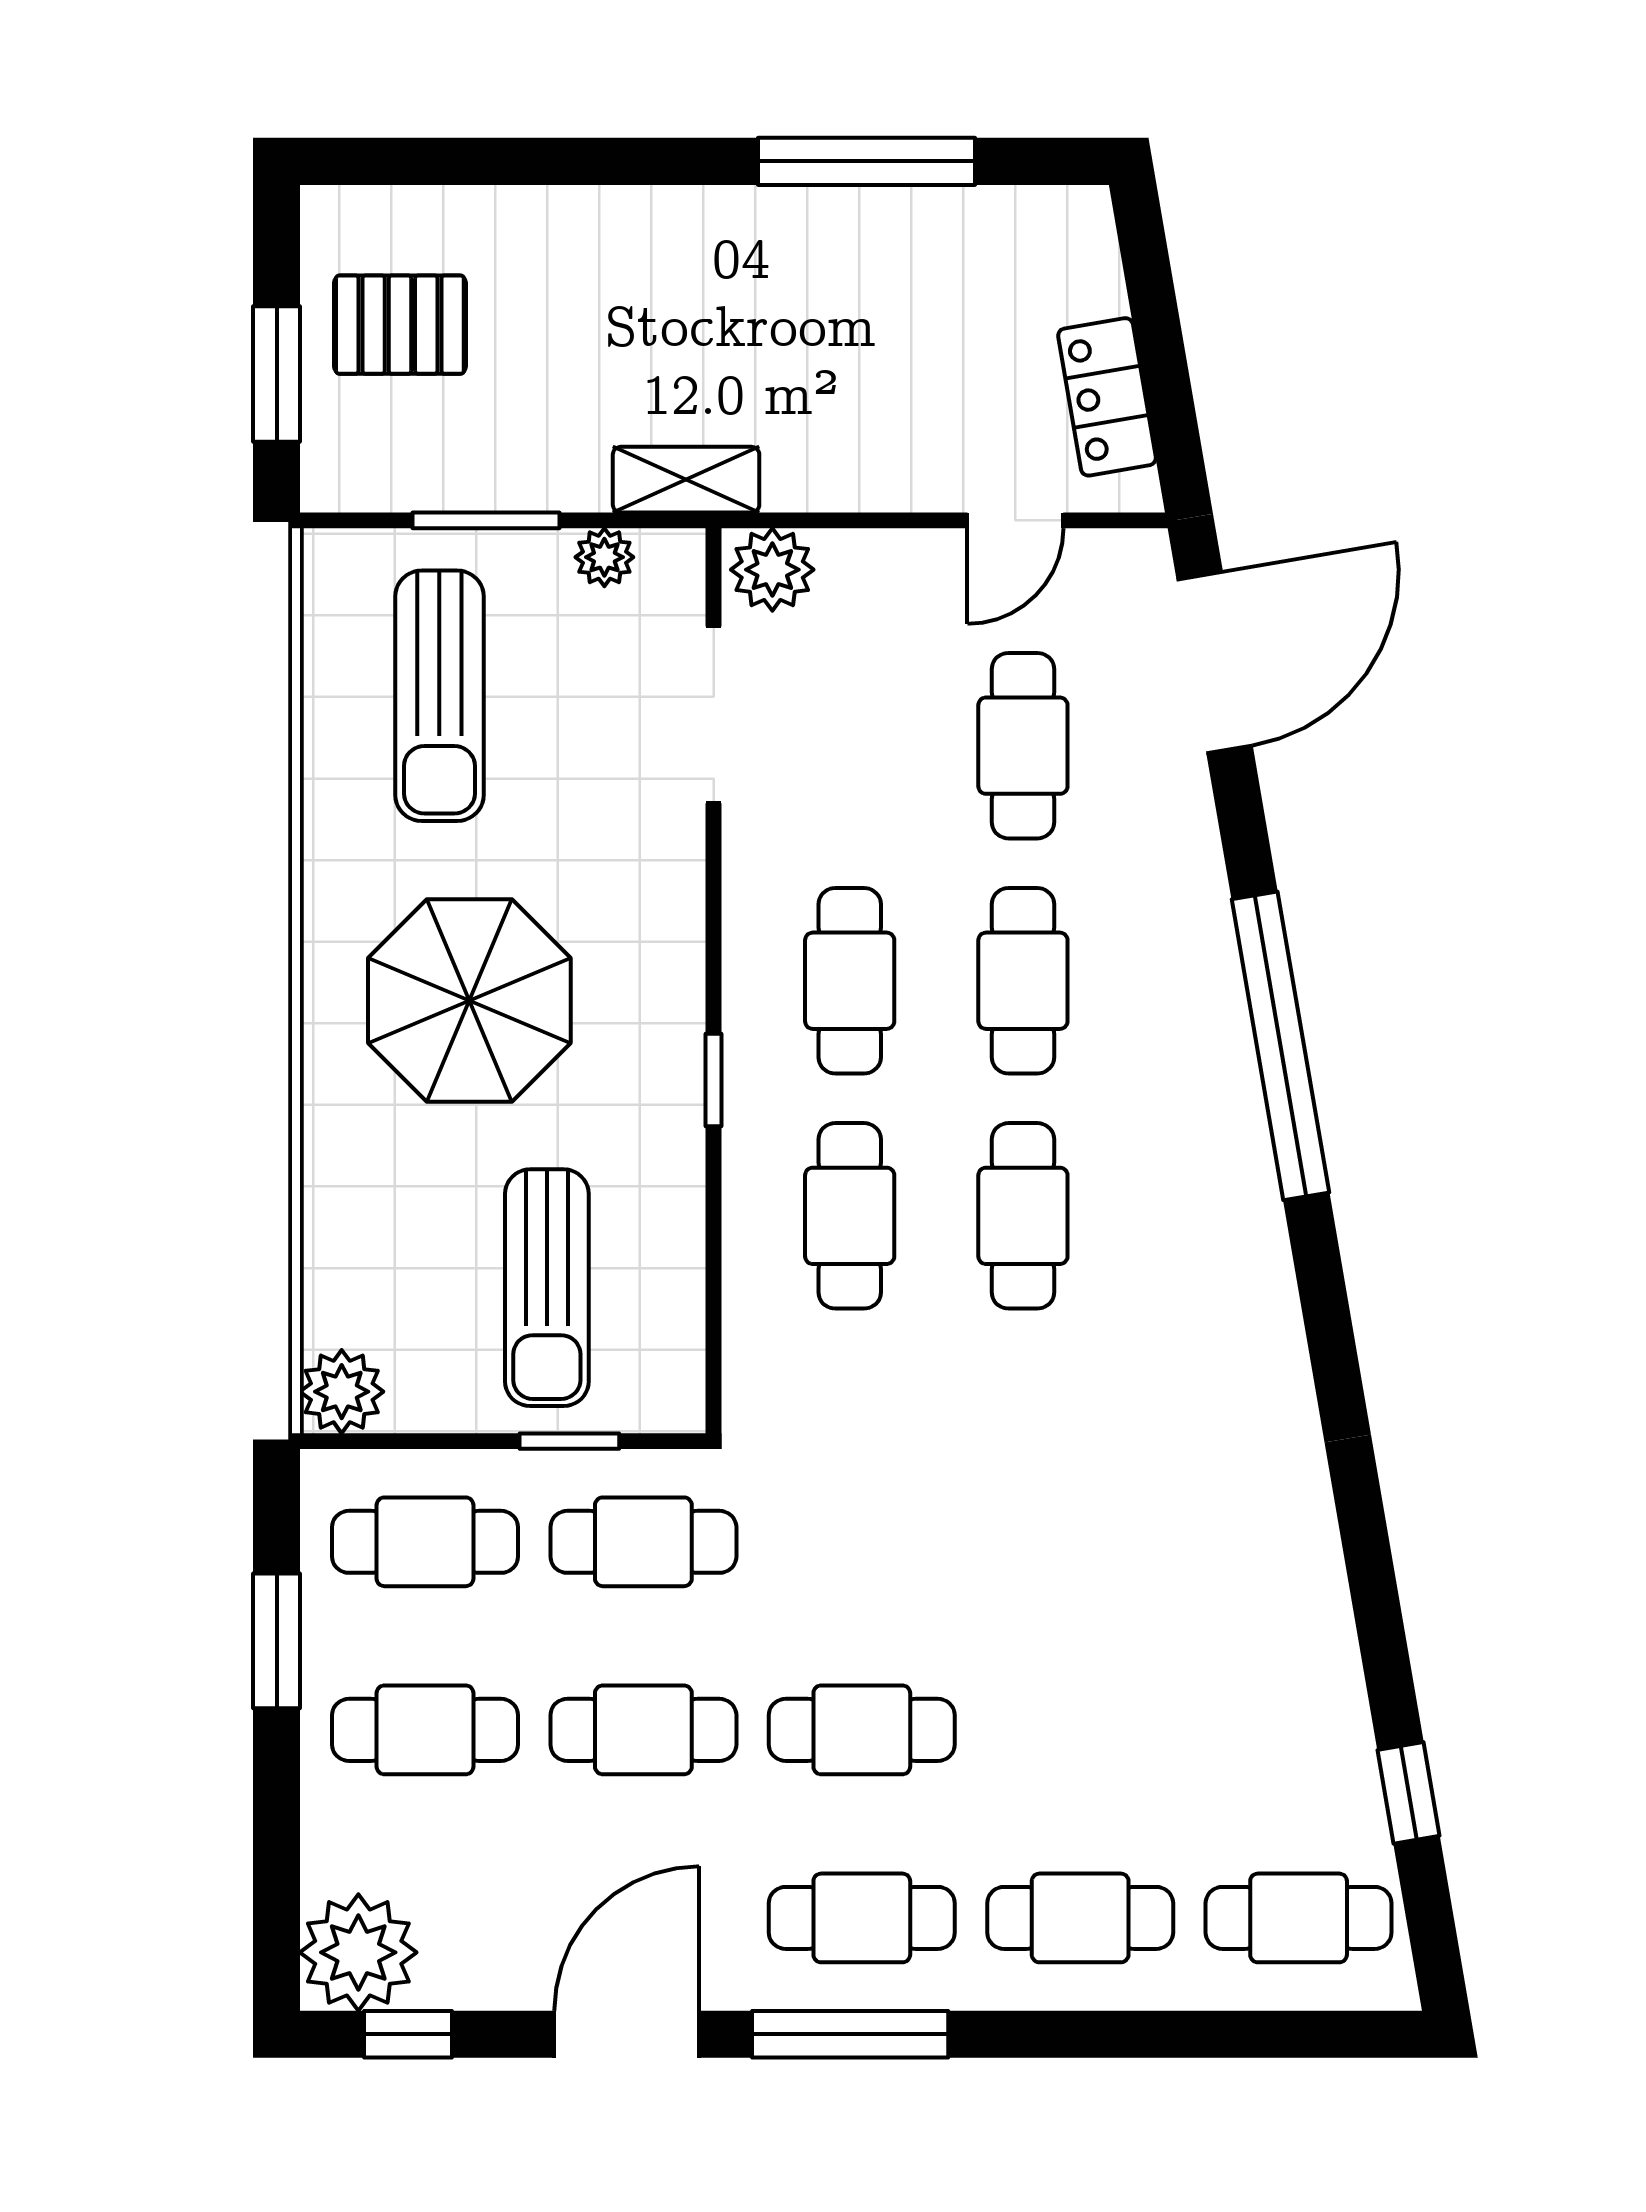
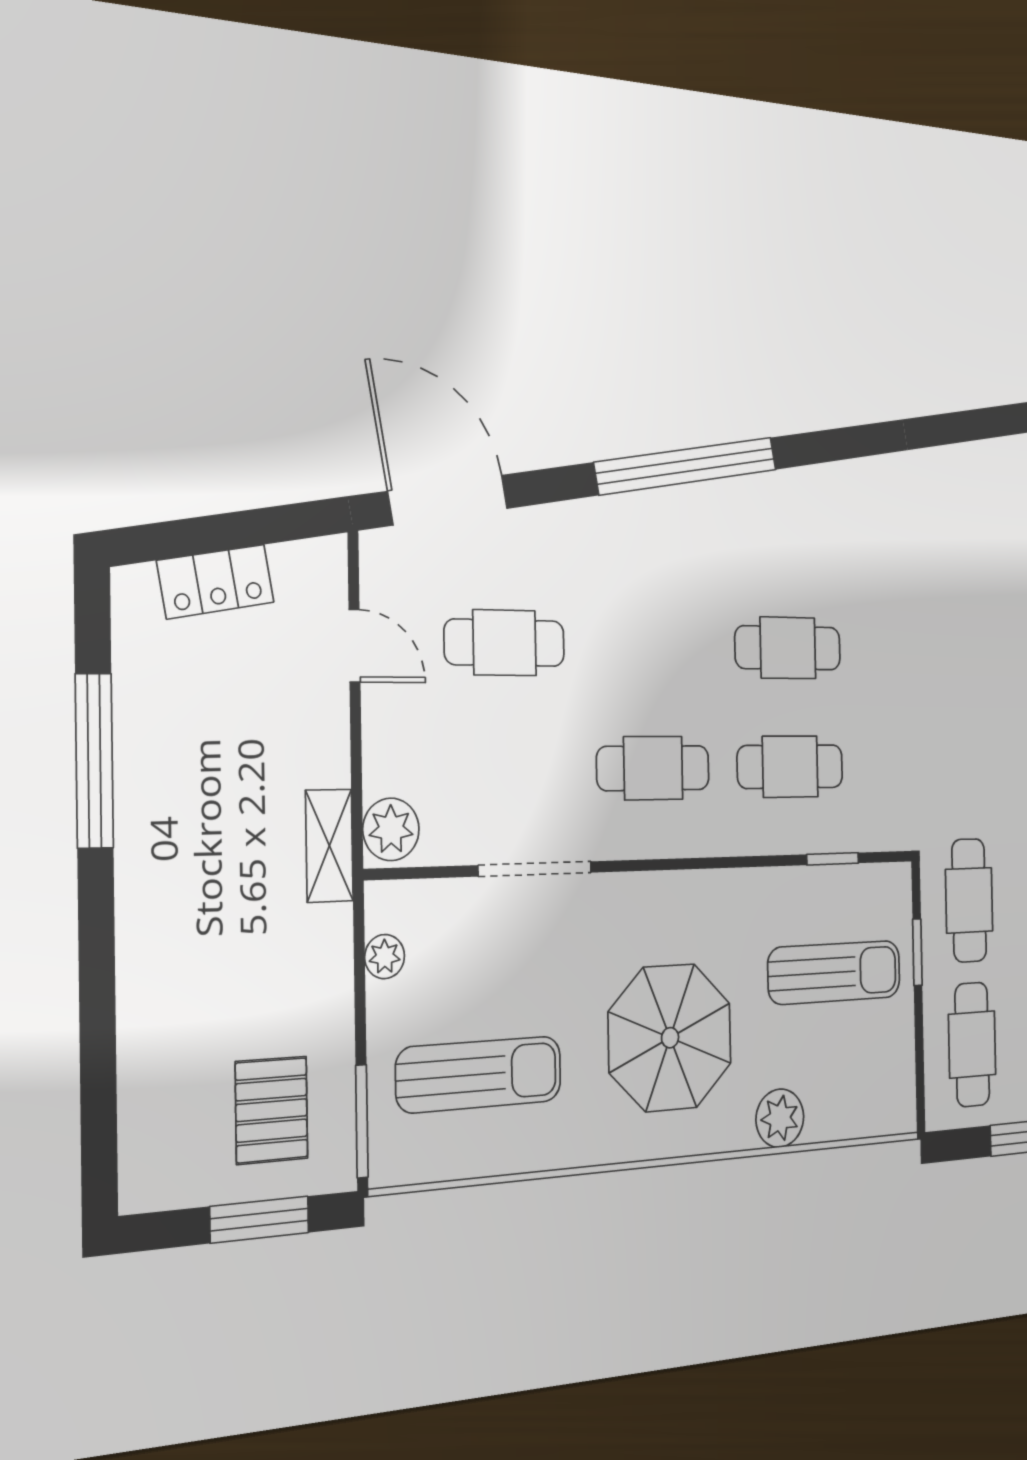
pallet: (400, 325) -> (272, 1110), moved
locker: (1107, 397) -> (216, 581), moved
shelving: (686, 480) -> (329, 846), moved
window: (486, 520) -> (362, 1121), moved
doorway: (714, 715) -> (535, 869), moved
cafe table: (1023, 981) -> (651, 645), removed
window: (714, 1080) -> (833, 859), moved
plant: (342, 1392) -> (780, 1118), moved

